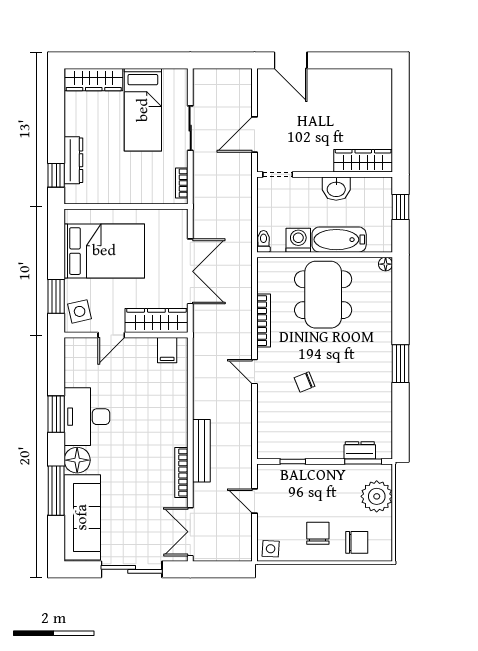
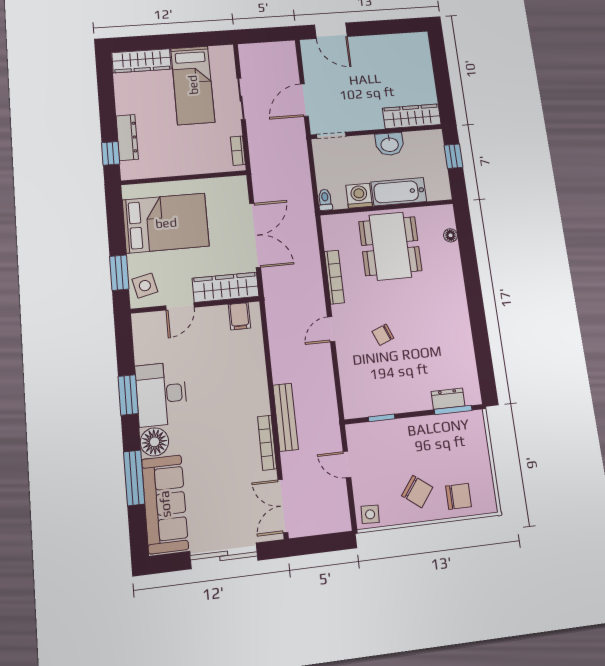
floor lamp: (386, 264) -> (450, 235), moved
window: (401, 364) -> (476, 307), removed
door: (254, 372) -> (331, 329), hinge flipped
plant: (377, 496) -> (472, 445), removed
chair: (318, 533) -> (417, 491), turned 127

